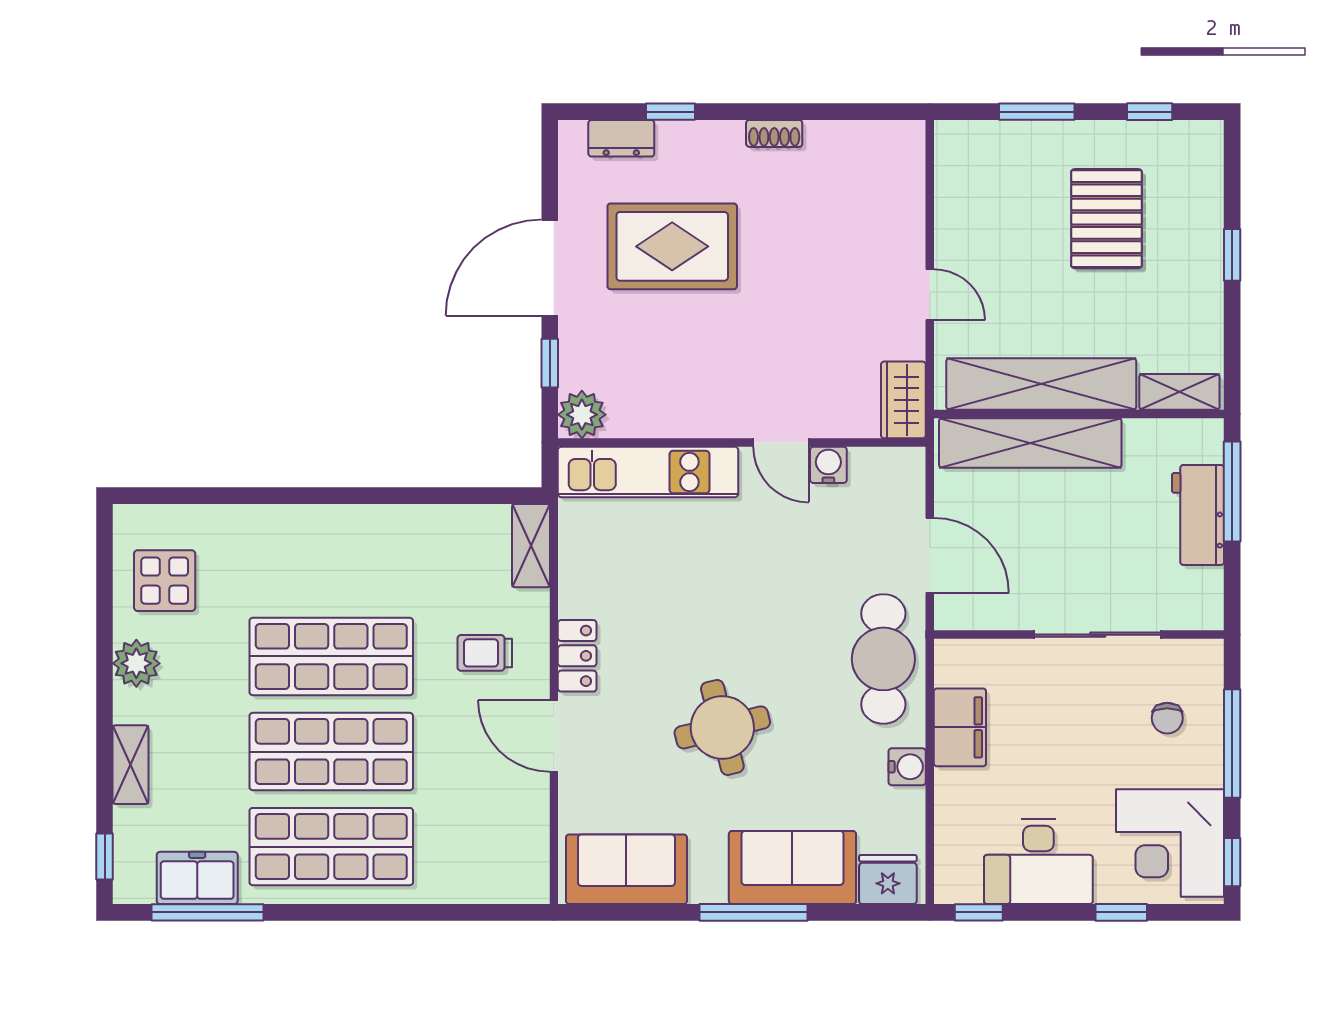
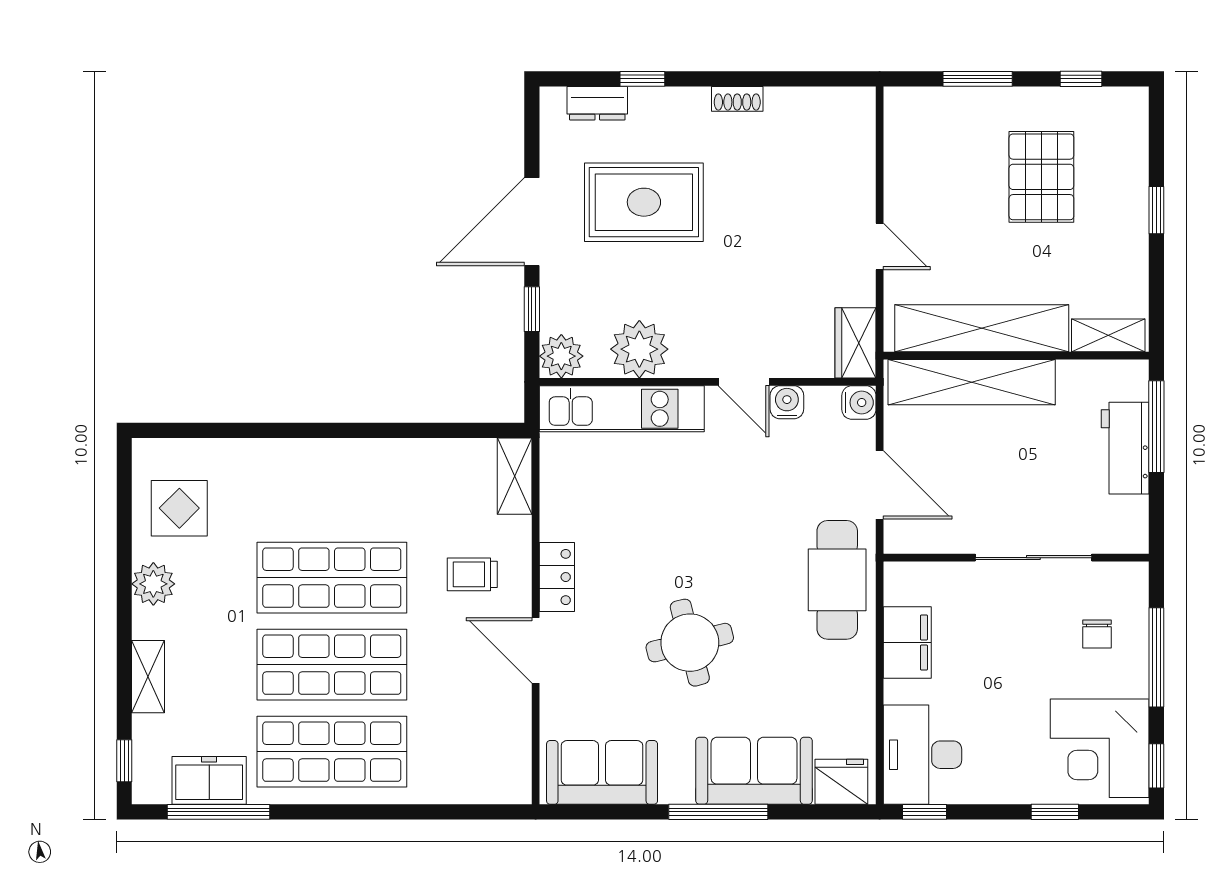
plant: (667, 407) -> (639, 349), added
water cooler: (907, 767) -> (859, 403), moved
desk: (1038, 862) -> (922, 755), moved, turned 90

